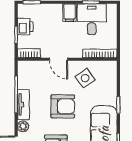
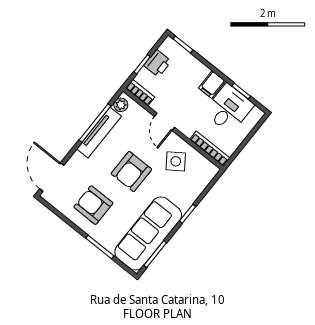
tv unit: (23, 105) -> (99, 133), width x1.41
armchair: (63, 106) -> (131, 172), turned 90
plant: (23, 126) -> (121, 105), moved

